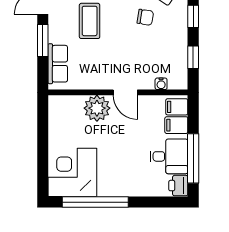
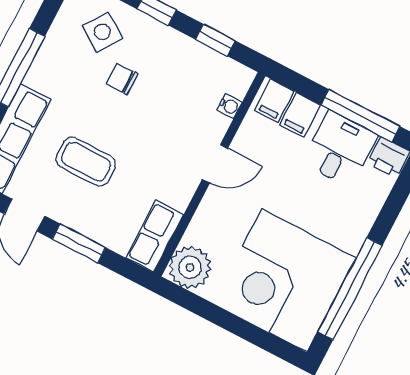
chair: (145, 17) -> (122, 79), turned -99
row of seats: (58, 64) -> (155, 236), moved, turned -90
plant: (97, 108) -> (190, 267), moved
corner desk: (72, 172) -> (284, 280), width x1.36, depth x1.36

